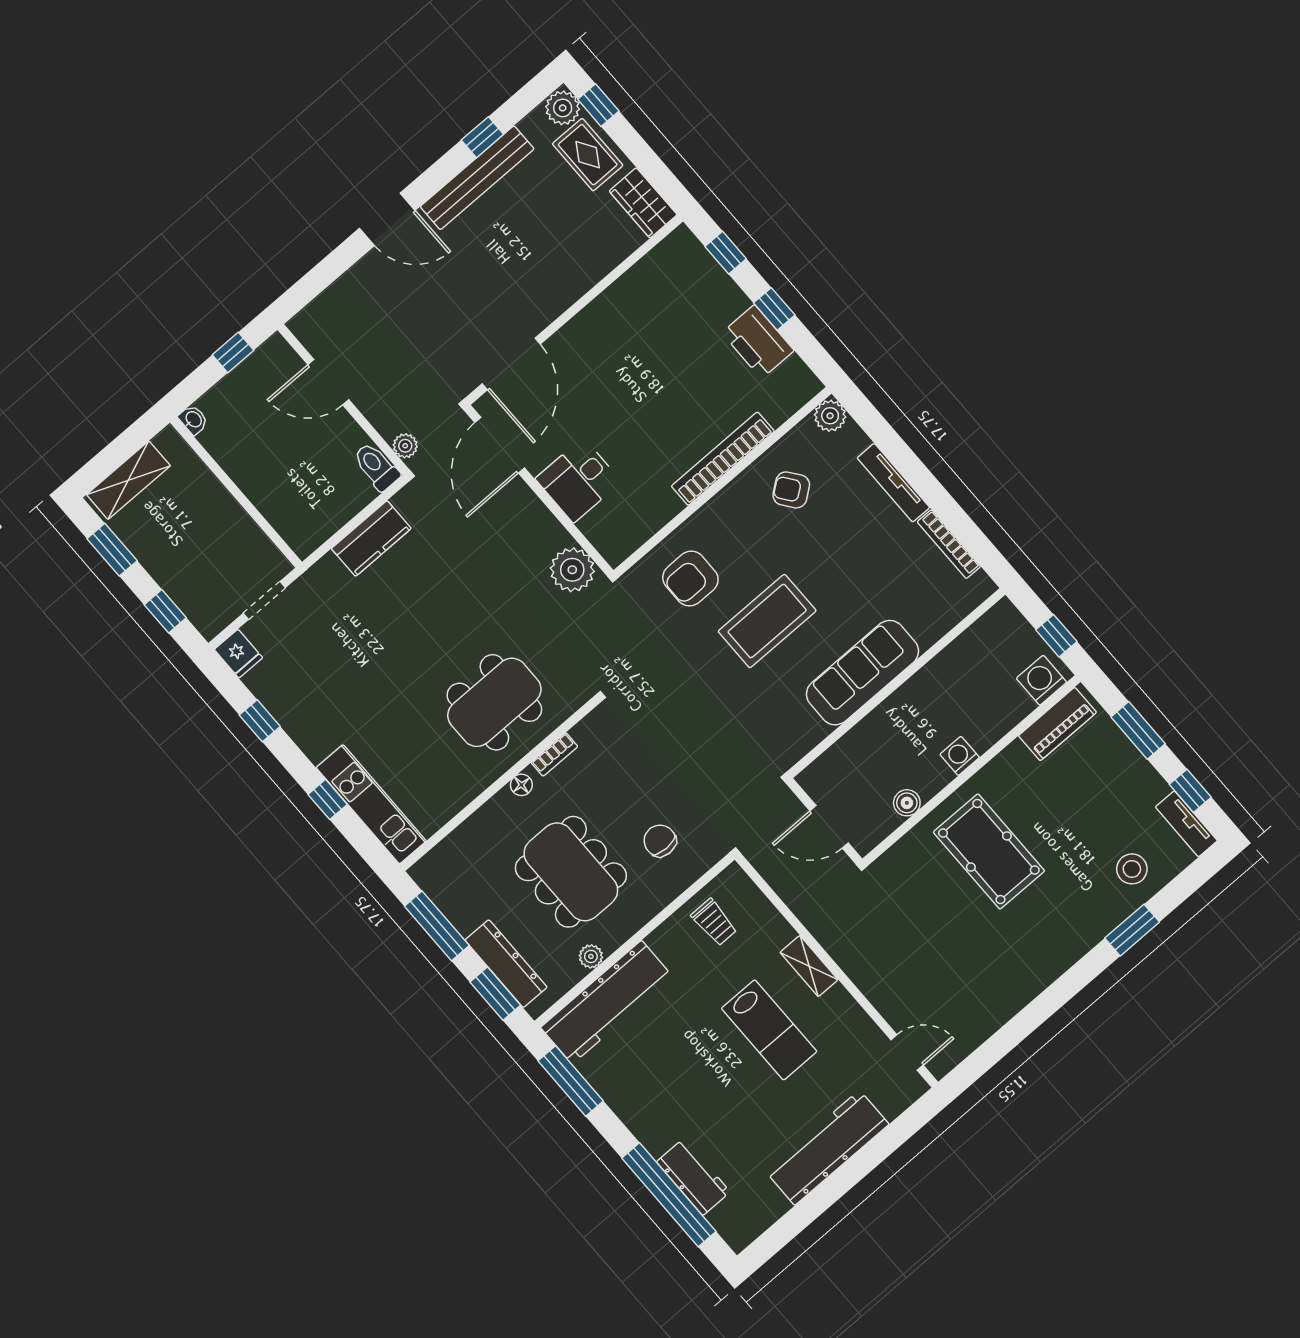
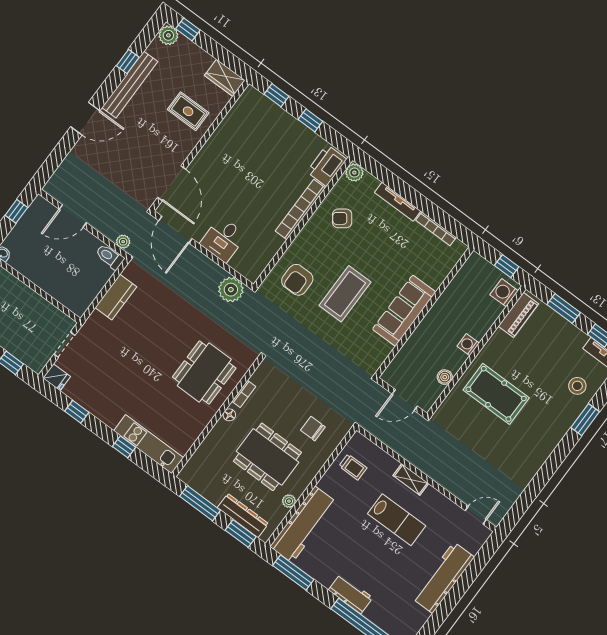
rug: (588, 155) -> (188, 111), moved
printer: (758, 342) -> (327, 166), moved, turned 90
workbench: (693, 1177) -> (351, 594), moved

